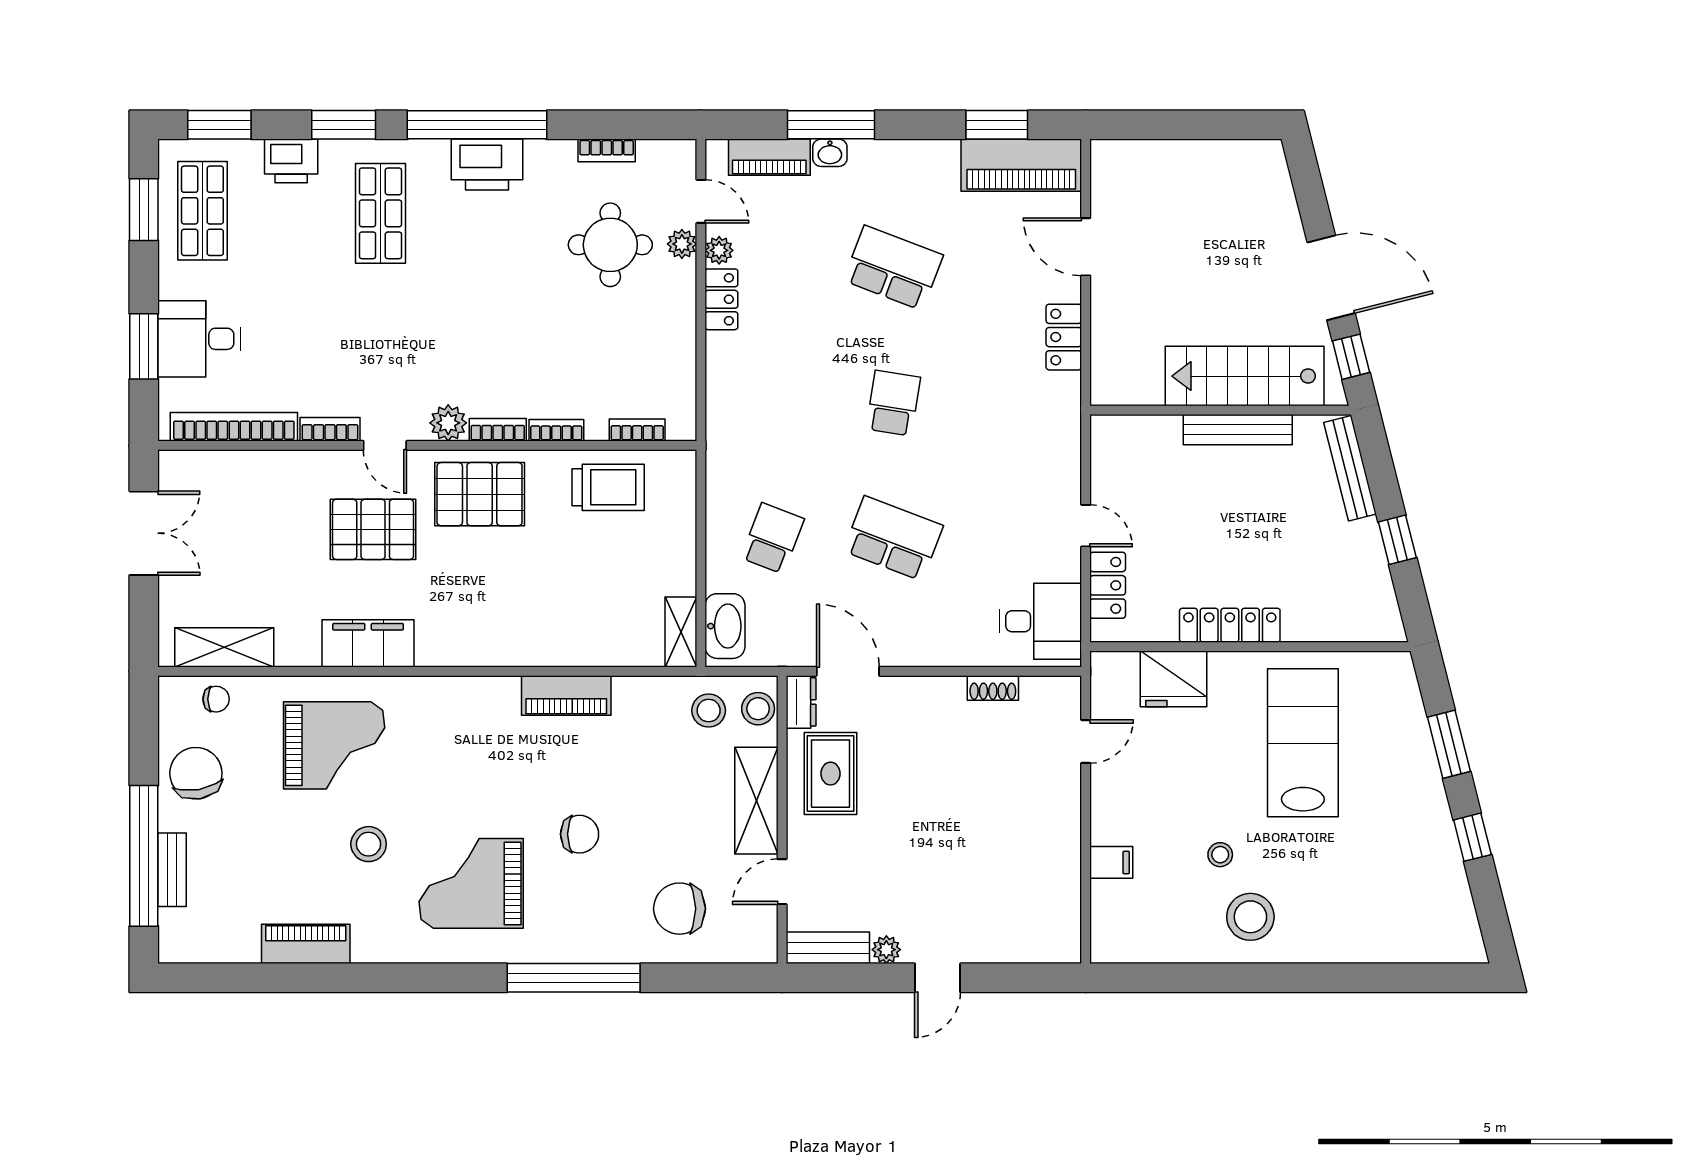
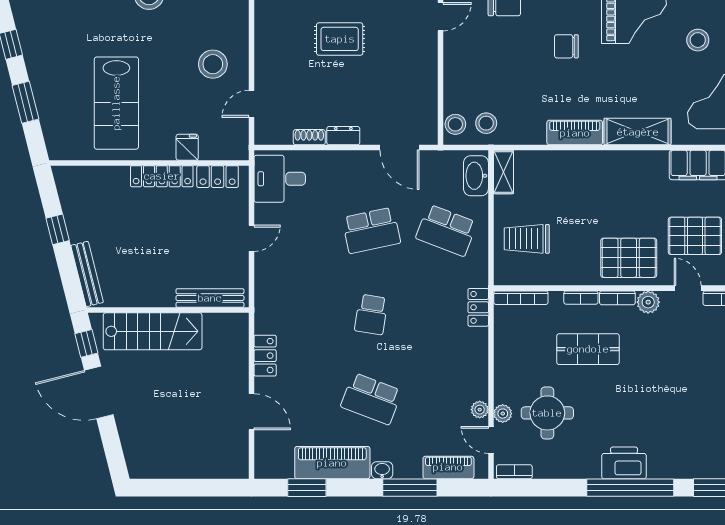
bookcase: (607, 150) -> (514, 472), moved
washbasin: (830, 153) -> (382, 470), moved
piano: (1021, 165) -> (332, 463), moved
shop shelf: (380, 213) -> (588, 349), moved, turned 90
locker: (721, 299) -> (478, 307), moved
bookcase: (637, 430) -> (521, 298), width x1.56
bench: (1238, 430) -> (210, 298), moved
trolley: (608, 487) -> (527, 239), moved
door: (1086, 526) -> (252, 238), swing flipped
school desk: (773, 538) -> (446, 230), width x1.85
school desk: (893, 538) -> (371, 230), turned -33
locker: (1108, 585) -> (218, 177), moved, turned -90
fridge: (1174, 679) -> (187, 147), width x0.53, depth x0.75
dresser: (801, 702) -> (343, 136), moved, turned 90
rug: (830, 774) -> (340, 39), moved, turned 90
shelving: (756, 801) -> (638, 132), moved, turned 90
stool: (1220, 855) -> (213, 64), moved, width x1.89, depth x1.89
filing cabinet: (1111, 862) -> (236, 29), removed

